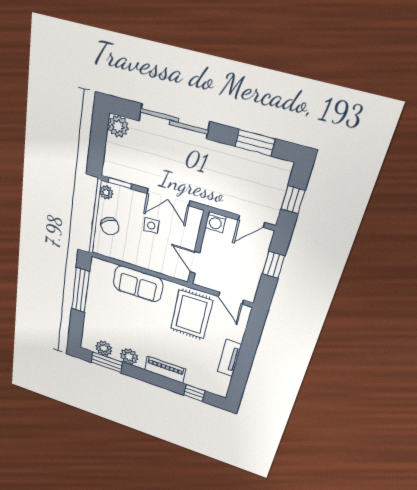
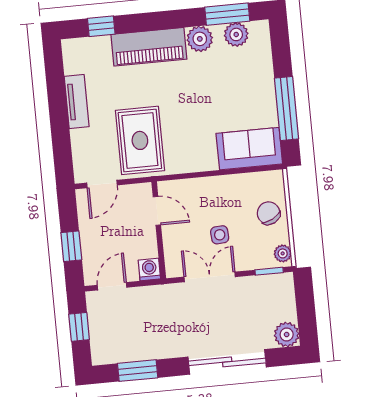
sofa: (138, 284) -> (249, 149), moved
door: (231, 298) -> (102, 184), swing flipped
piano: (165, 370) -> (149, 47), width x1.37, depth x1.33

